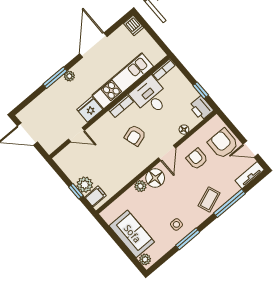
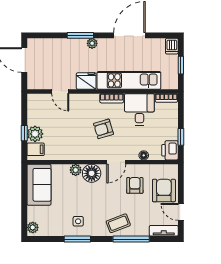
window: (153, 34) -> (181, 65), added
sofa: (132, 234) -> (39, 185), moved

